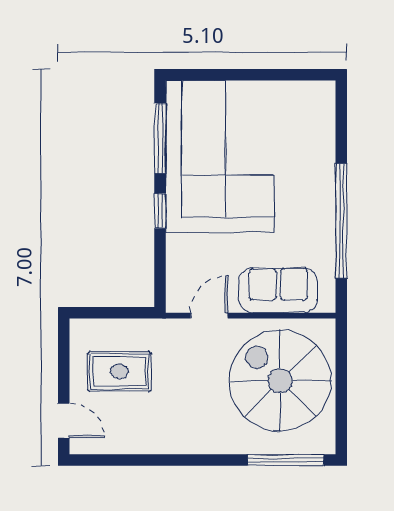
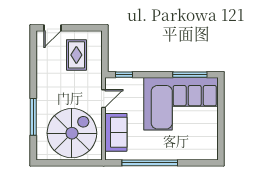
window: (160, 211) -> (124, 75), moved
door: (209, 316) -> (104, 99), hinge flipped
window: (286, 460) -> (33, 117), moved

